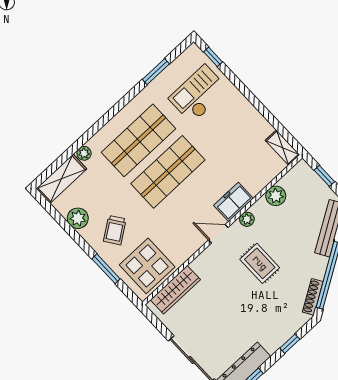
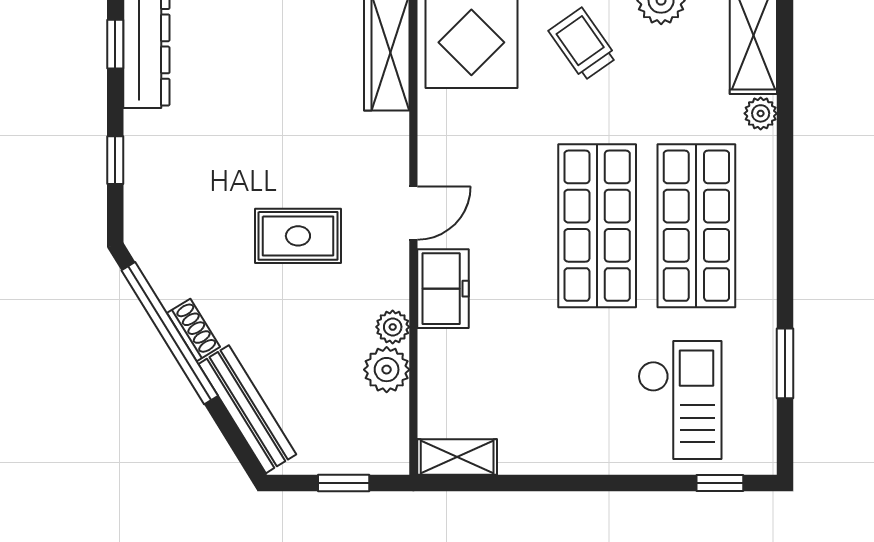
plant: (247, 219) -> (393, 327), moved
shoe rack: (313, 297) -> (193, 330), moved, width x0.70

